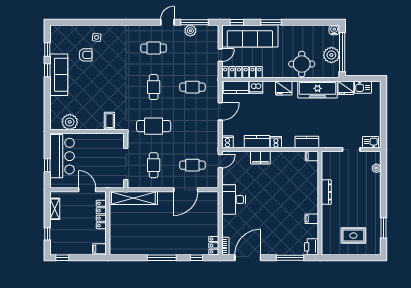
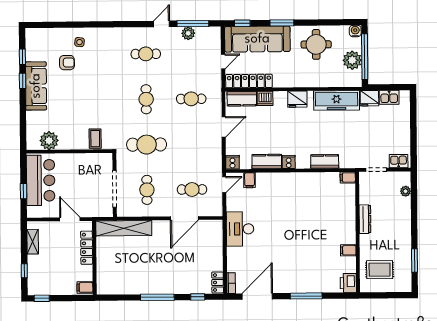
round table: (302, 64) -> (316, 44), moved
filing cabinet: (312, 156) -> (348, 177), moved
filing cabinet: (260, 158) -> (250, 180), moved, width x0.50
dresser: (326, 192) -> (365, 219), moved
wall: (320, 203) -> (358, 232), moved
filing cabinet: (312, 219) -> (348, 250), moved
printer: (311, 247) -> (348, 283), moved

